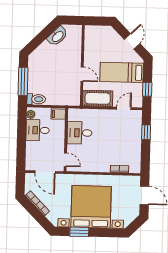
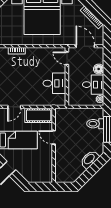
washbasin: (57, 36) -> (89, 159), moved
toilet: (36, 99) -> (95, 124), moved
filing cabinet: (58, 114) -> (75, 100), removed
floor lamp: (31, 147) -> (99, 69), added

